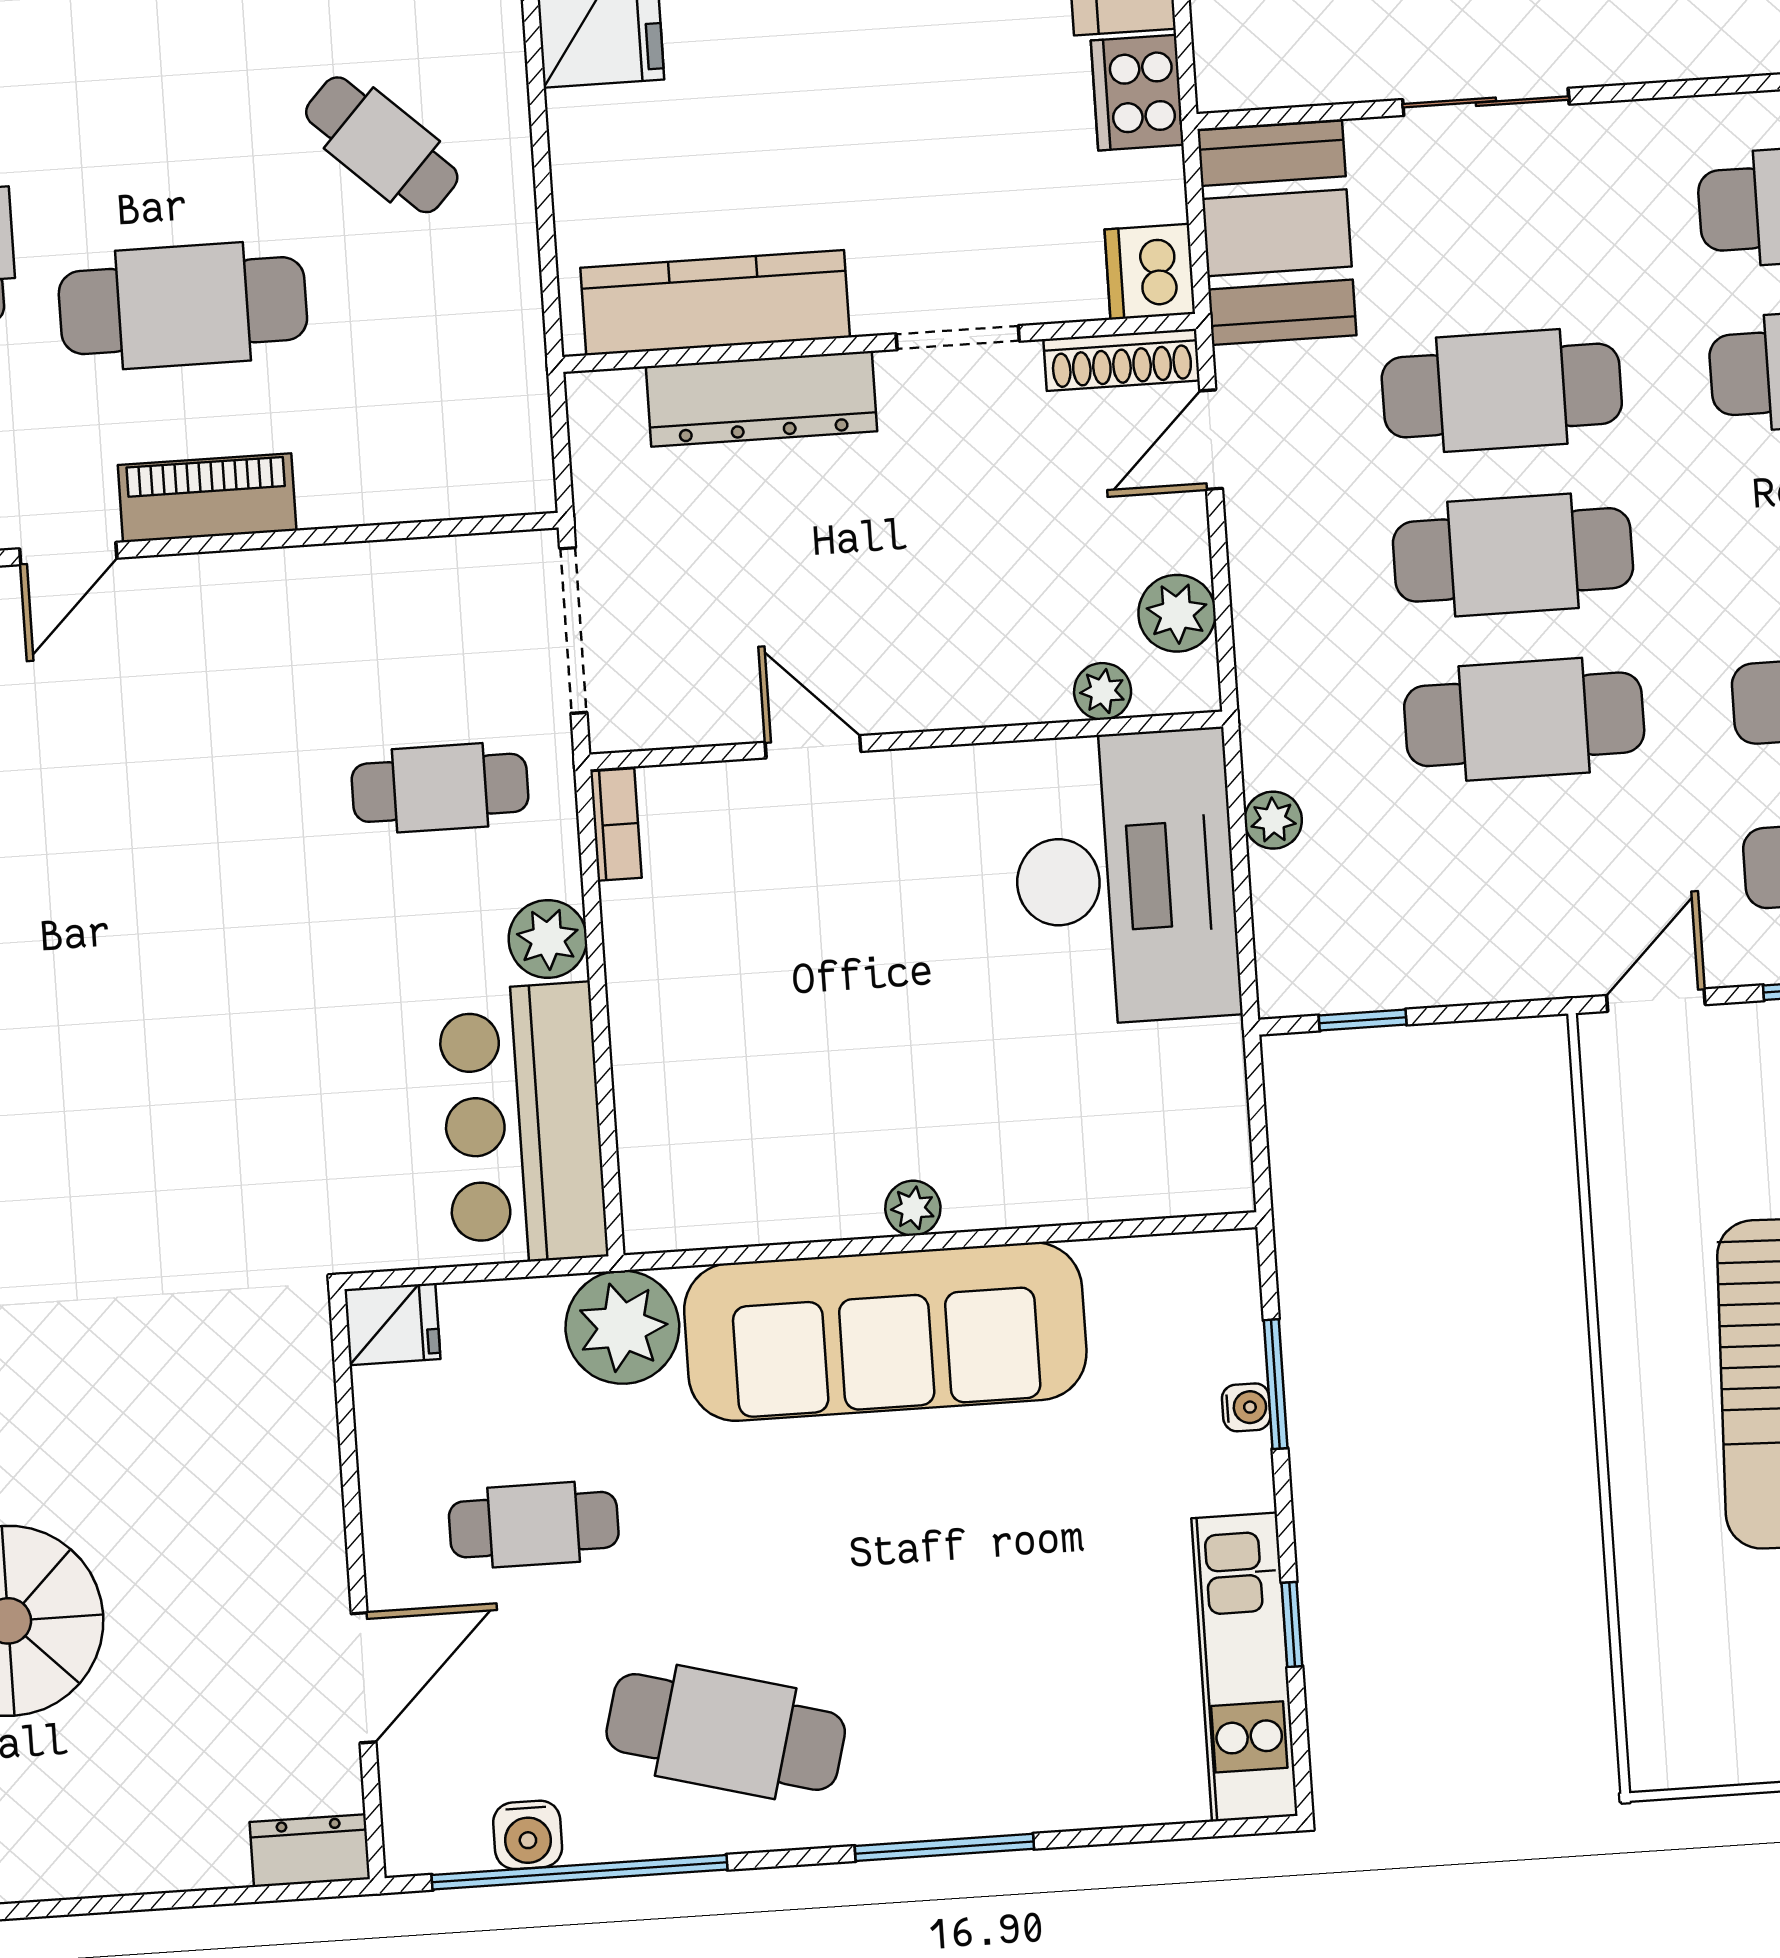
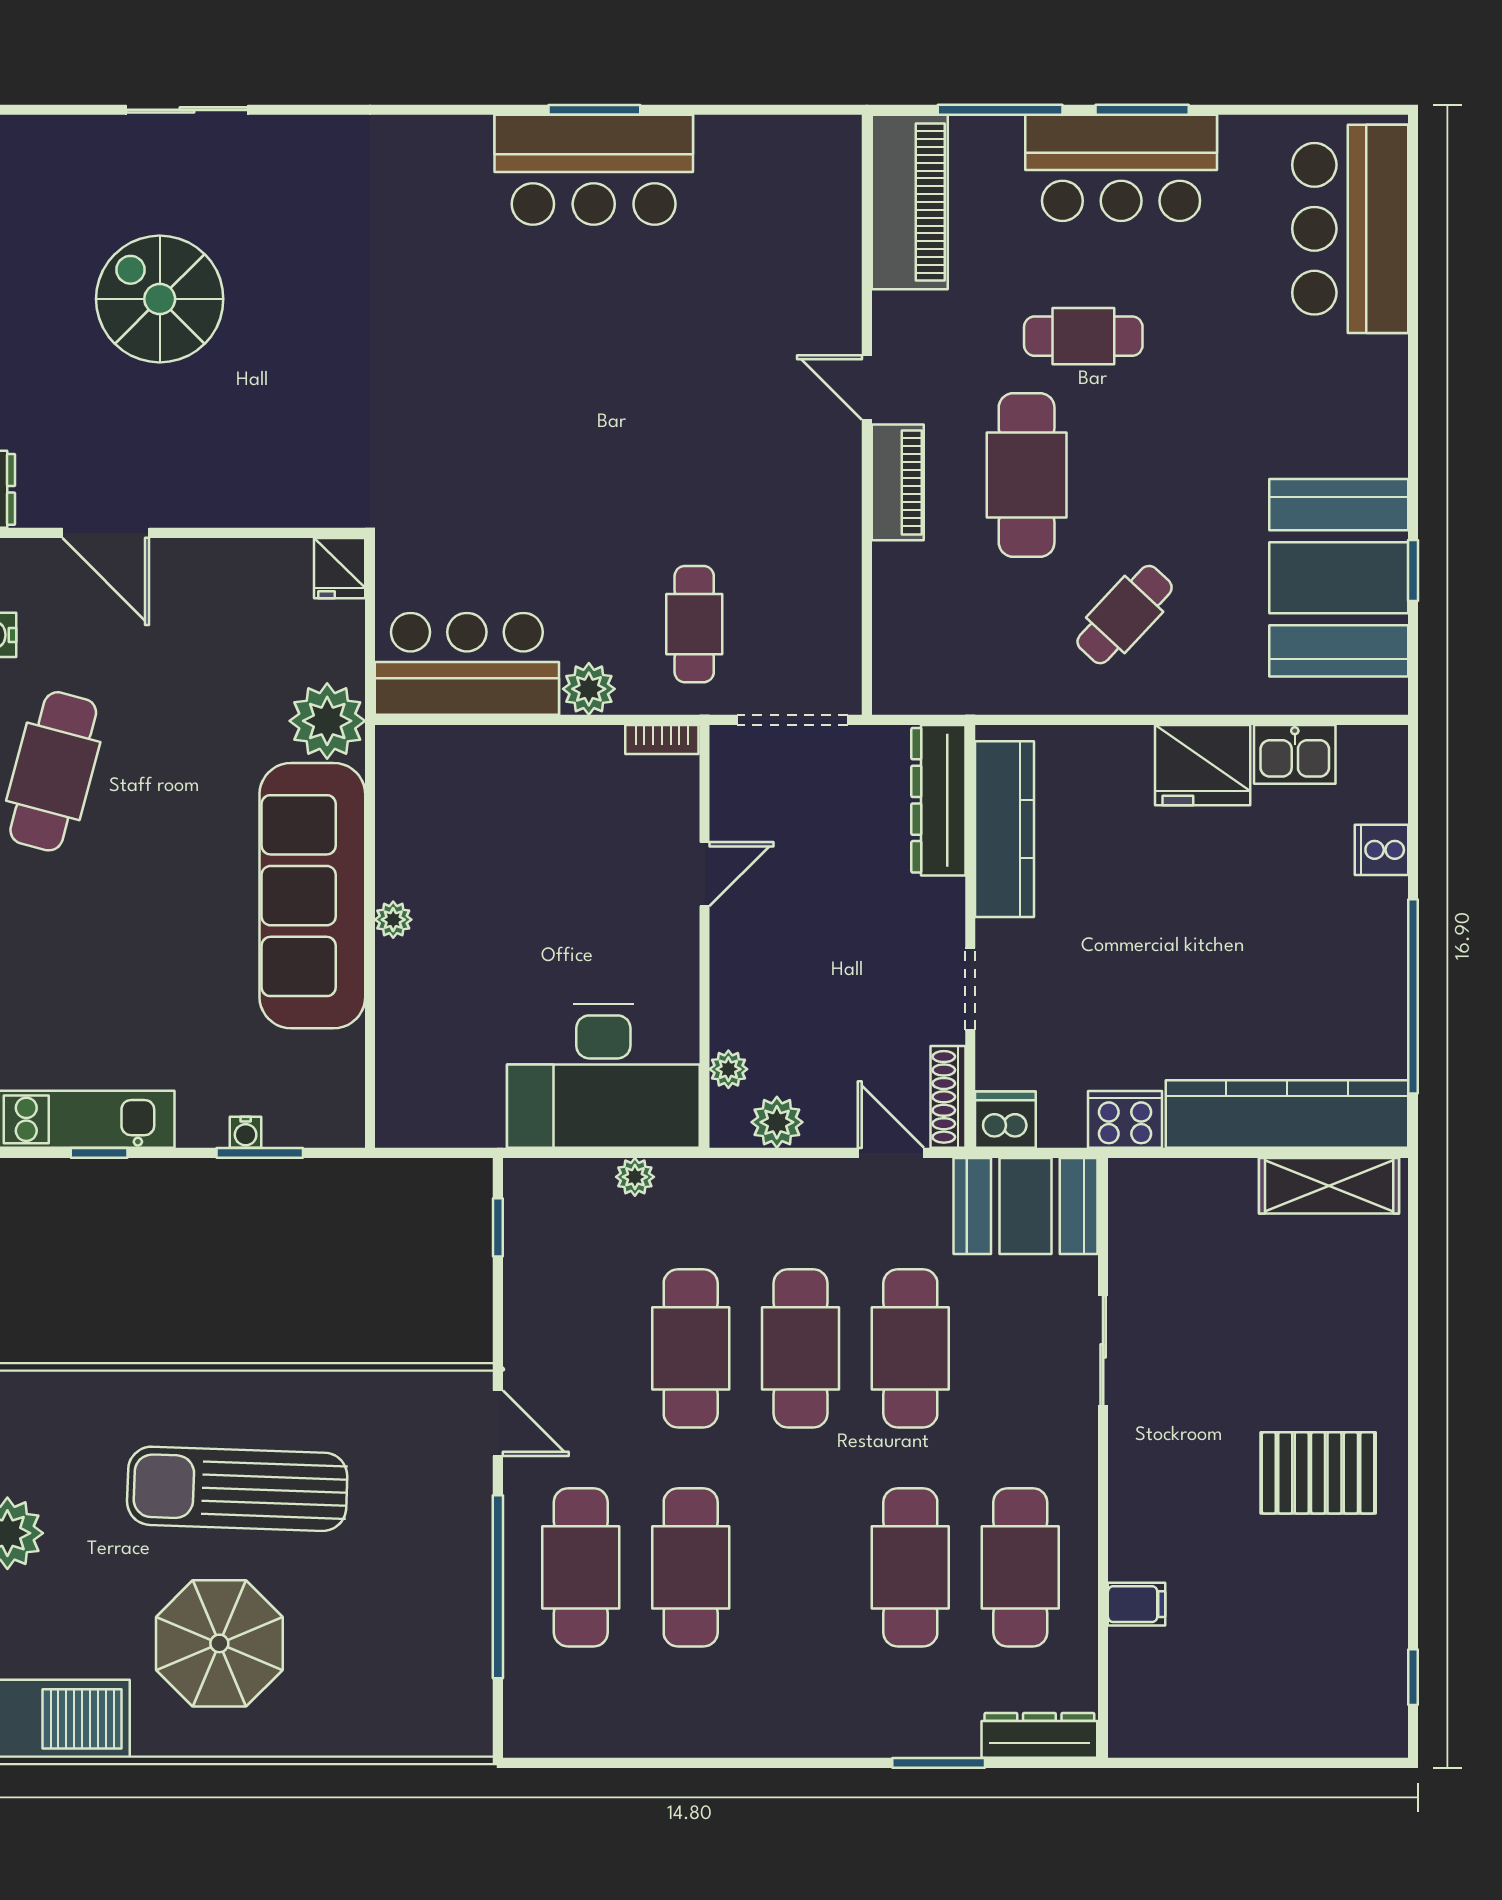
dresser: (762, 399) -> (938, 800), moved
cafe table: (534, 1525) -> (200, 653), removed

